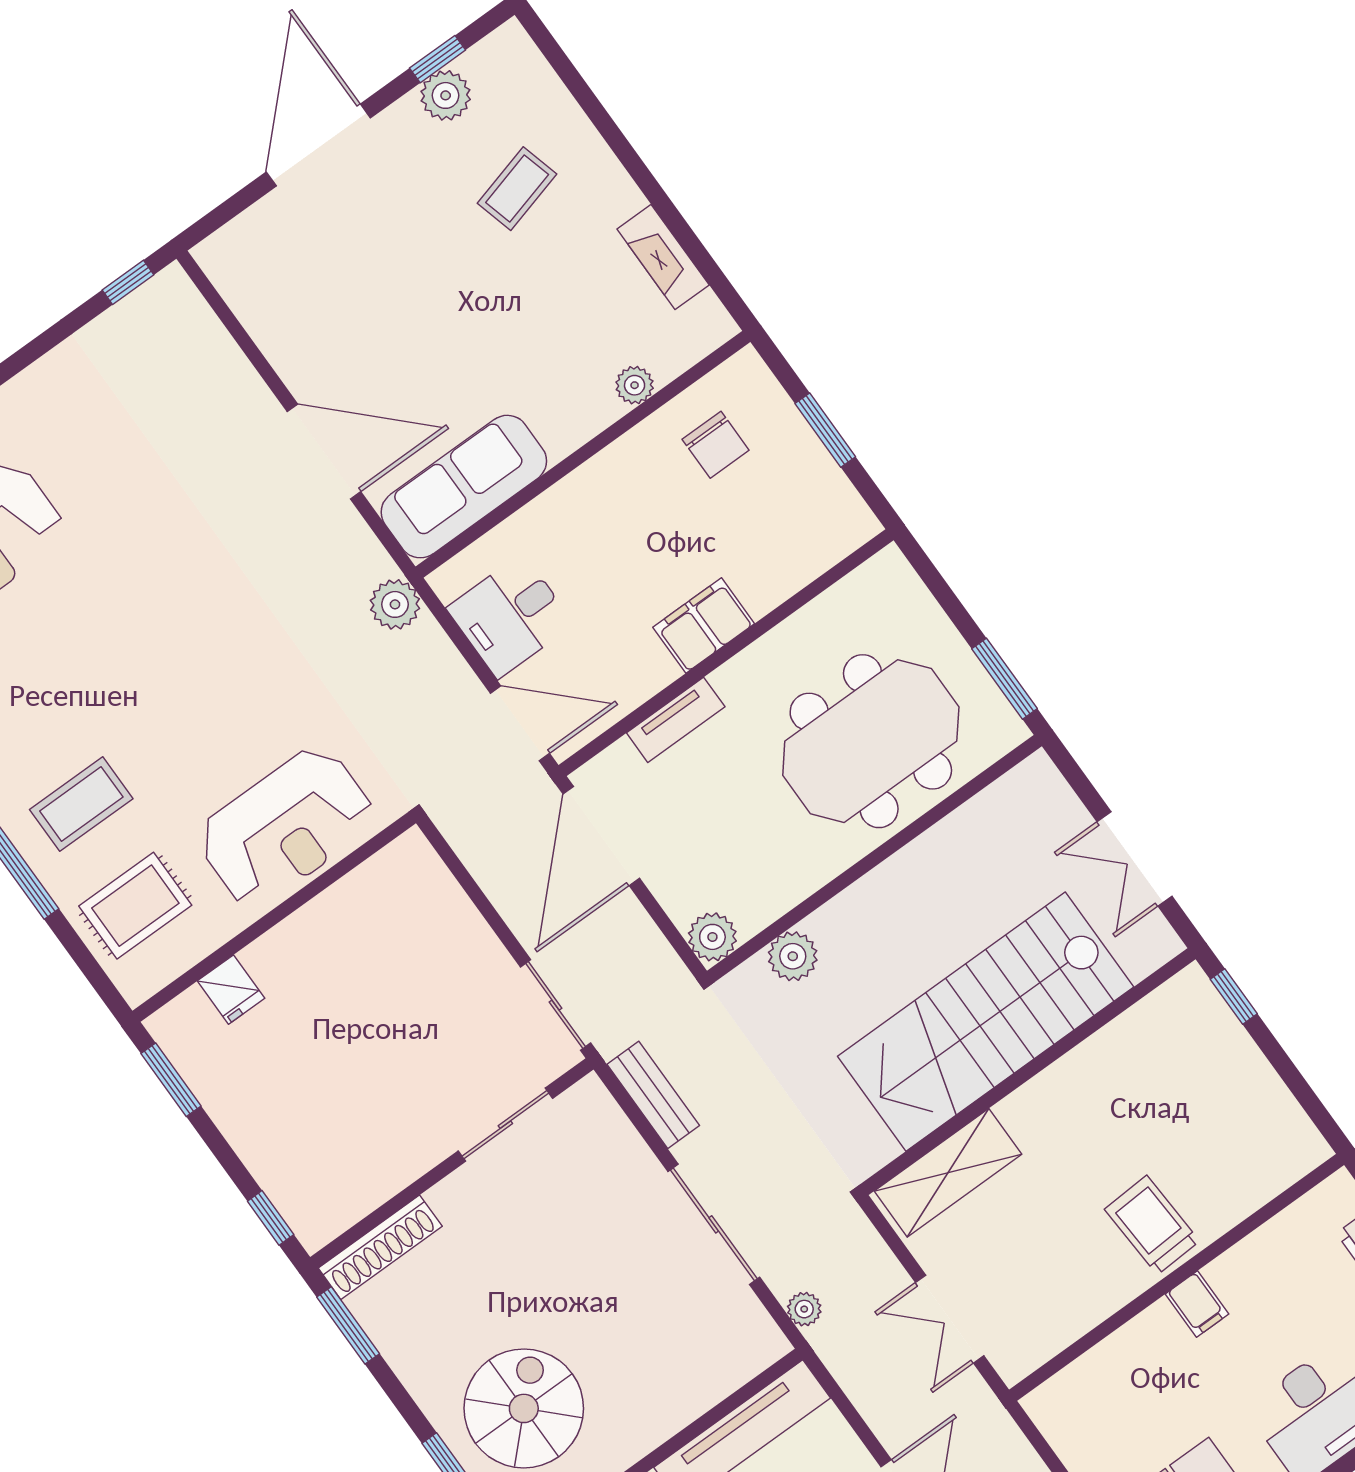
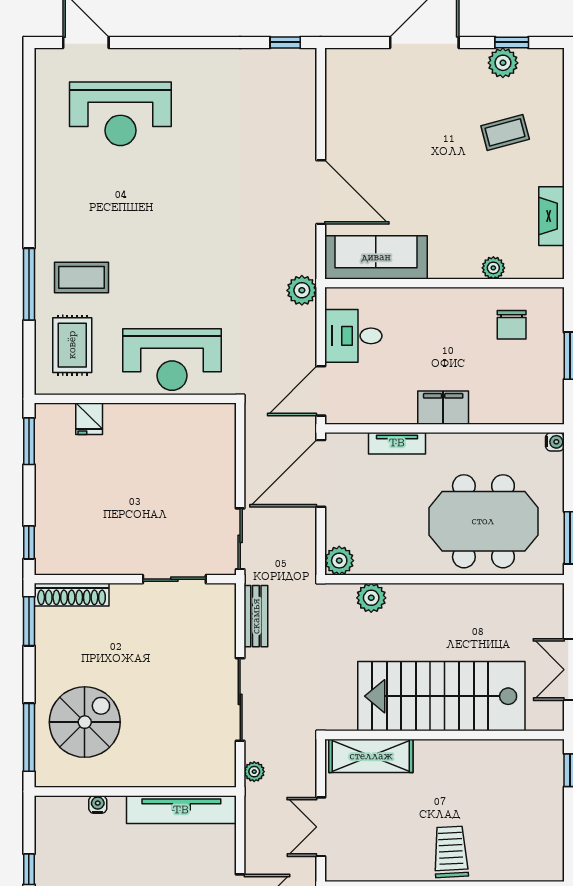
water cooler: (890, 562) -> (555, 442), added
door: (520, 723) -> (321, 391), swing flipped
rug: (135, 906) -> (72, 345), turned 90

